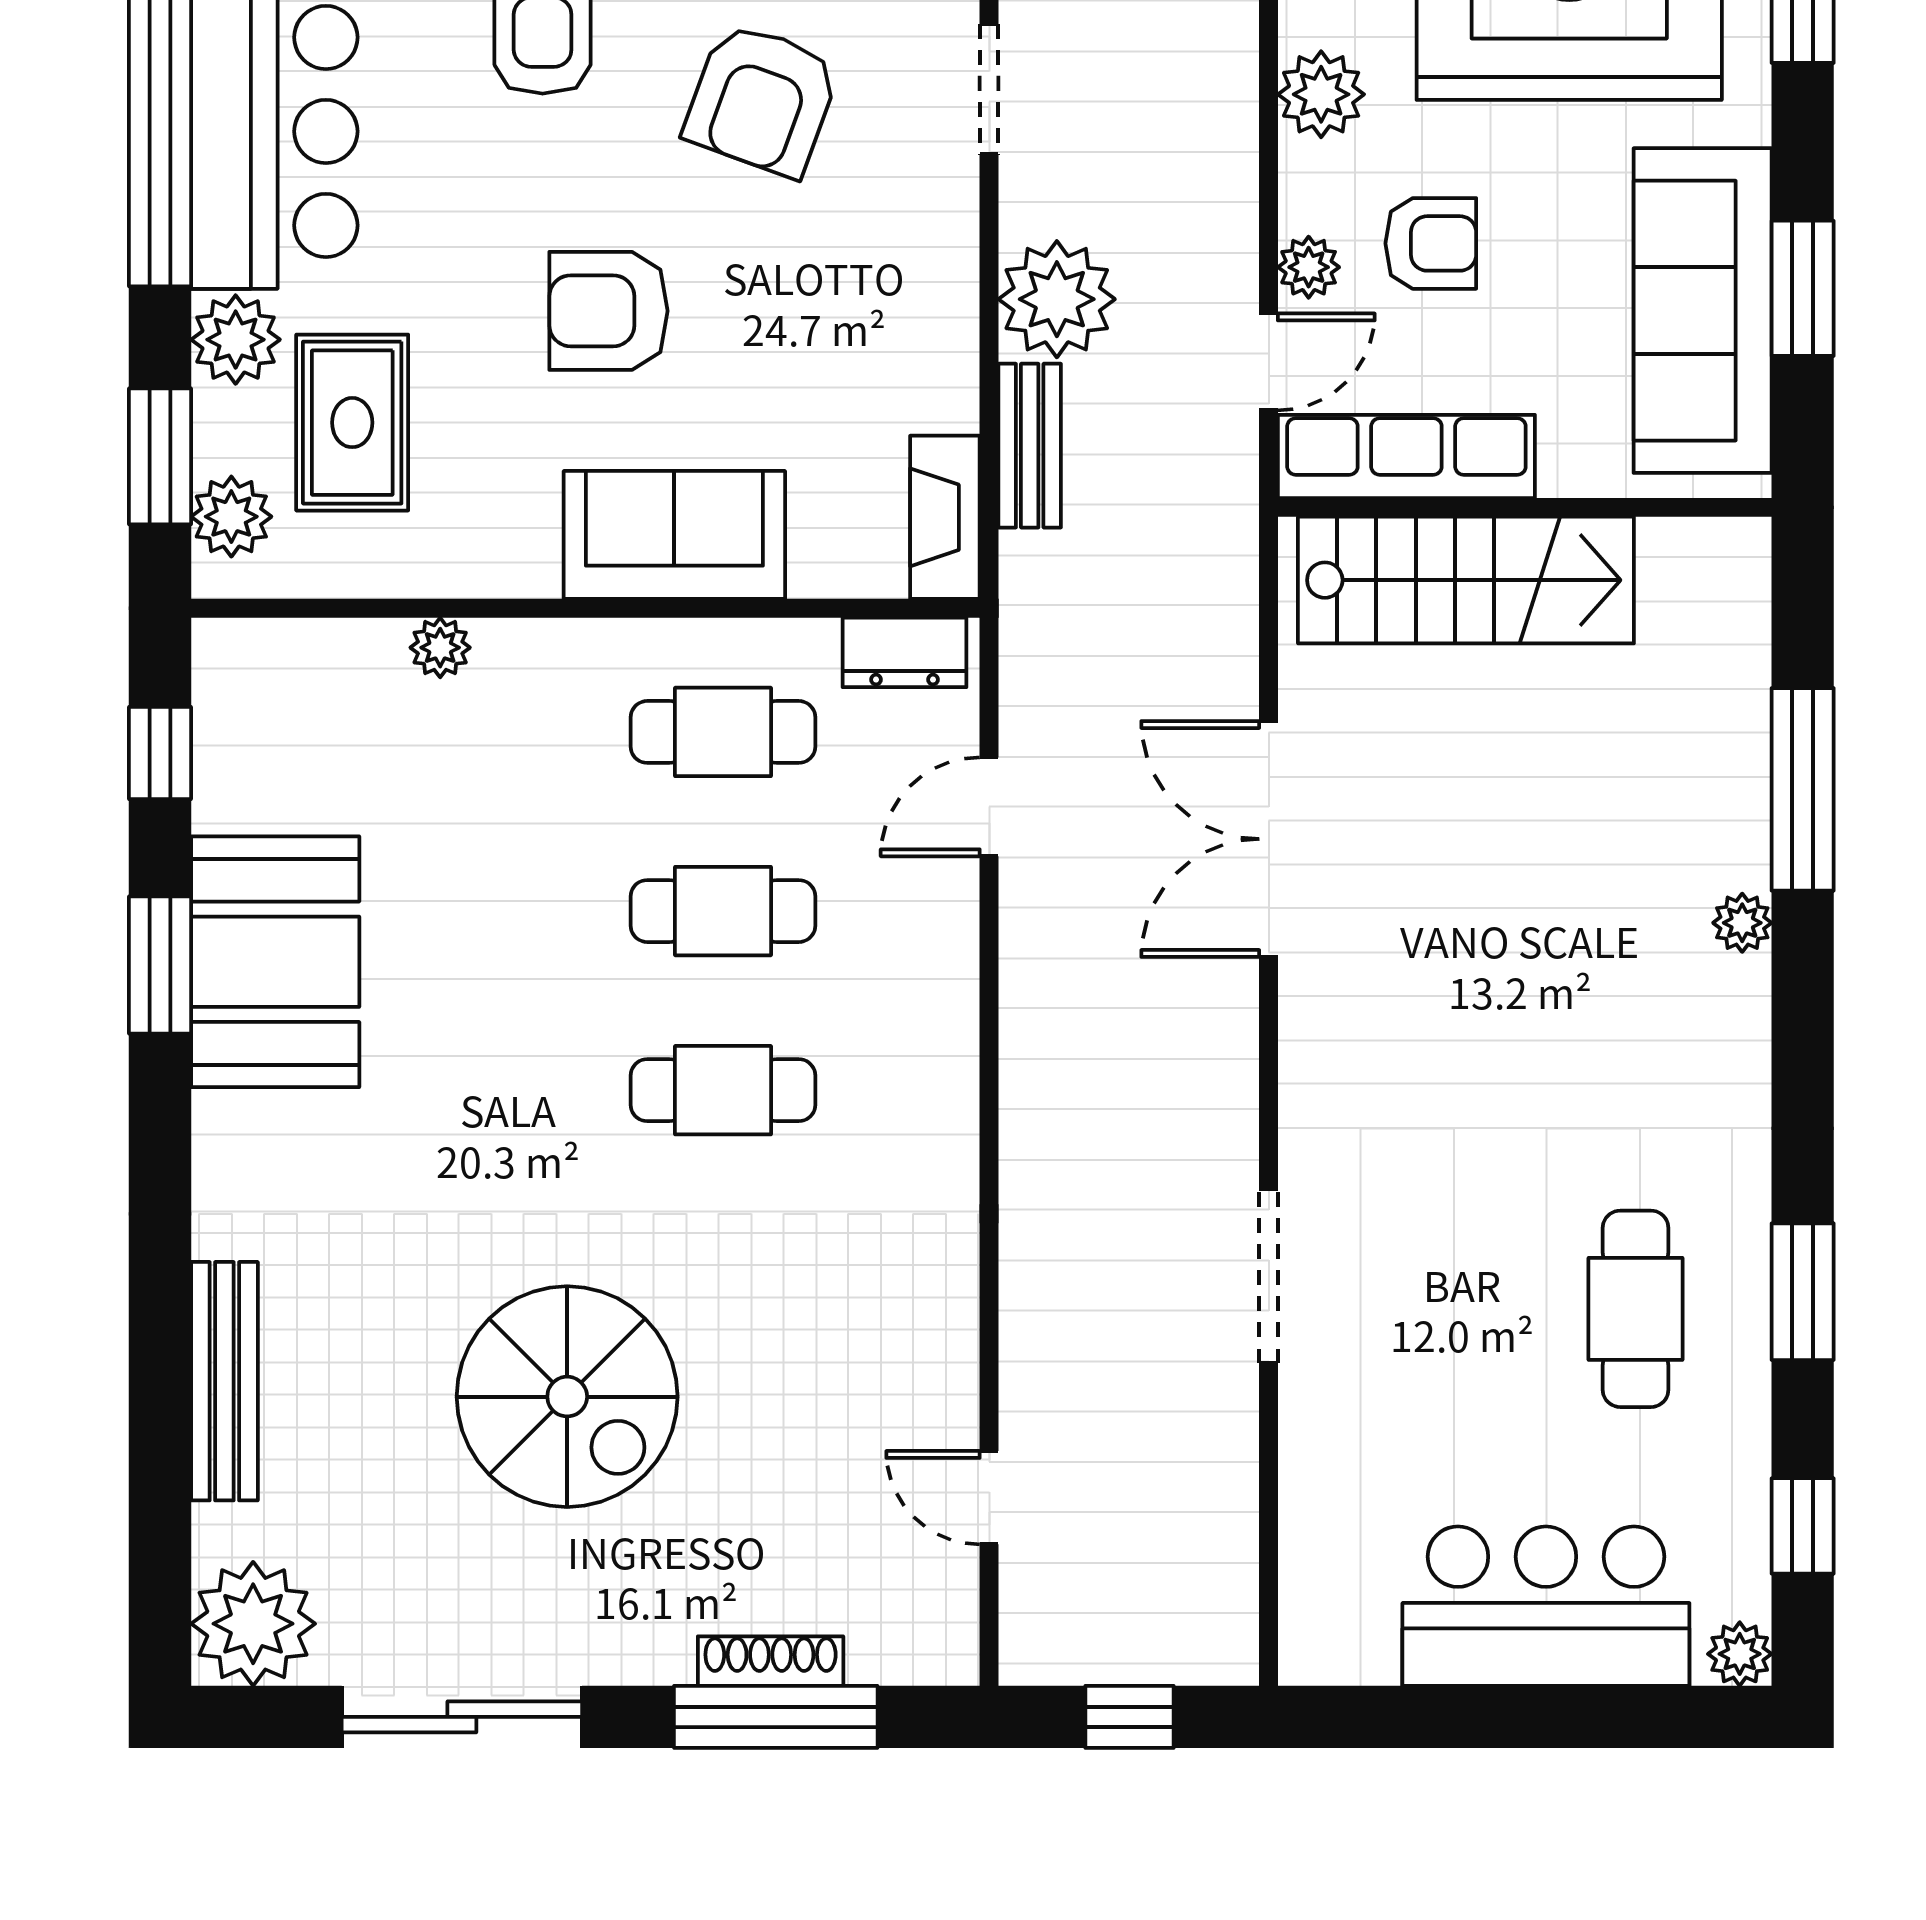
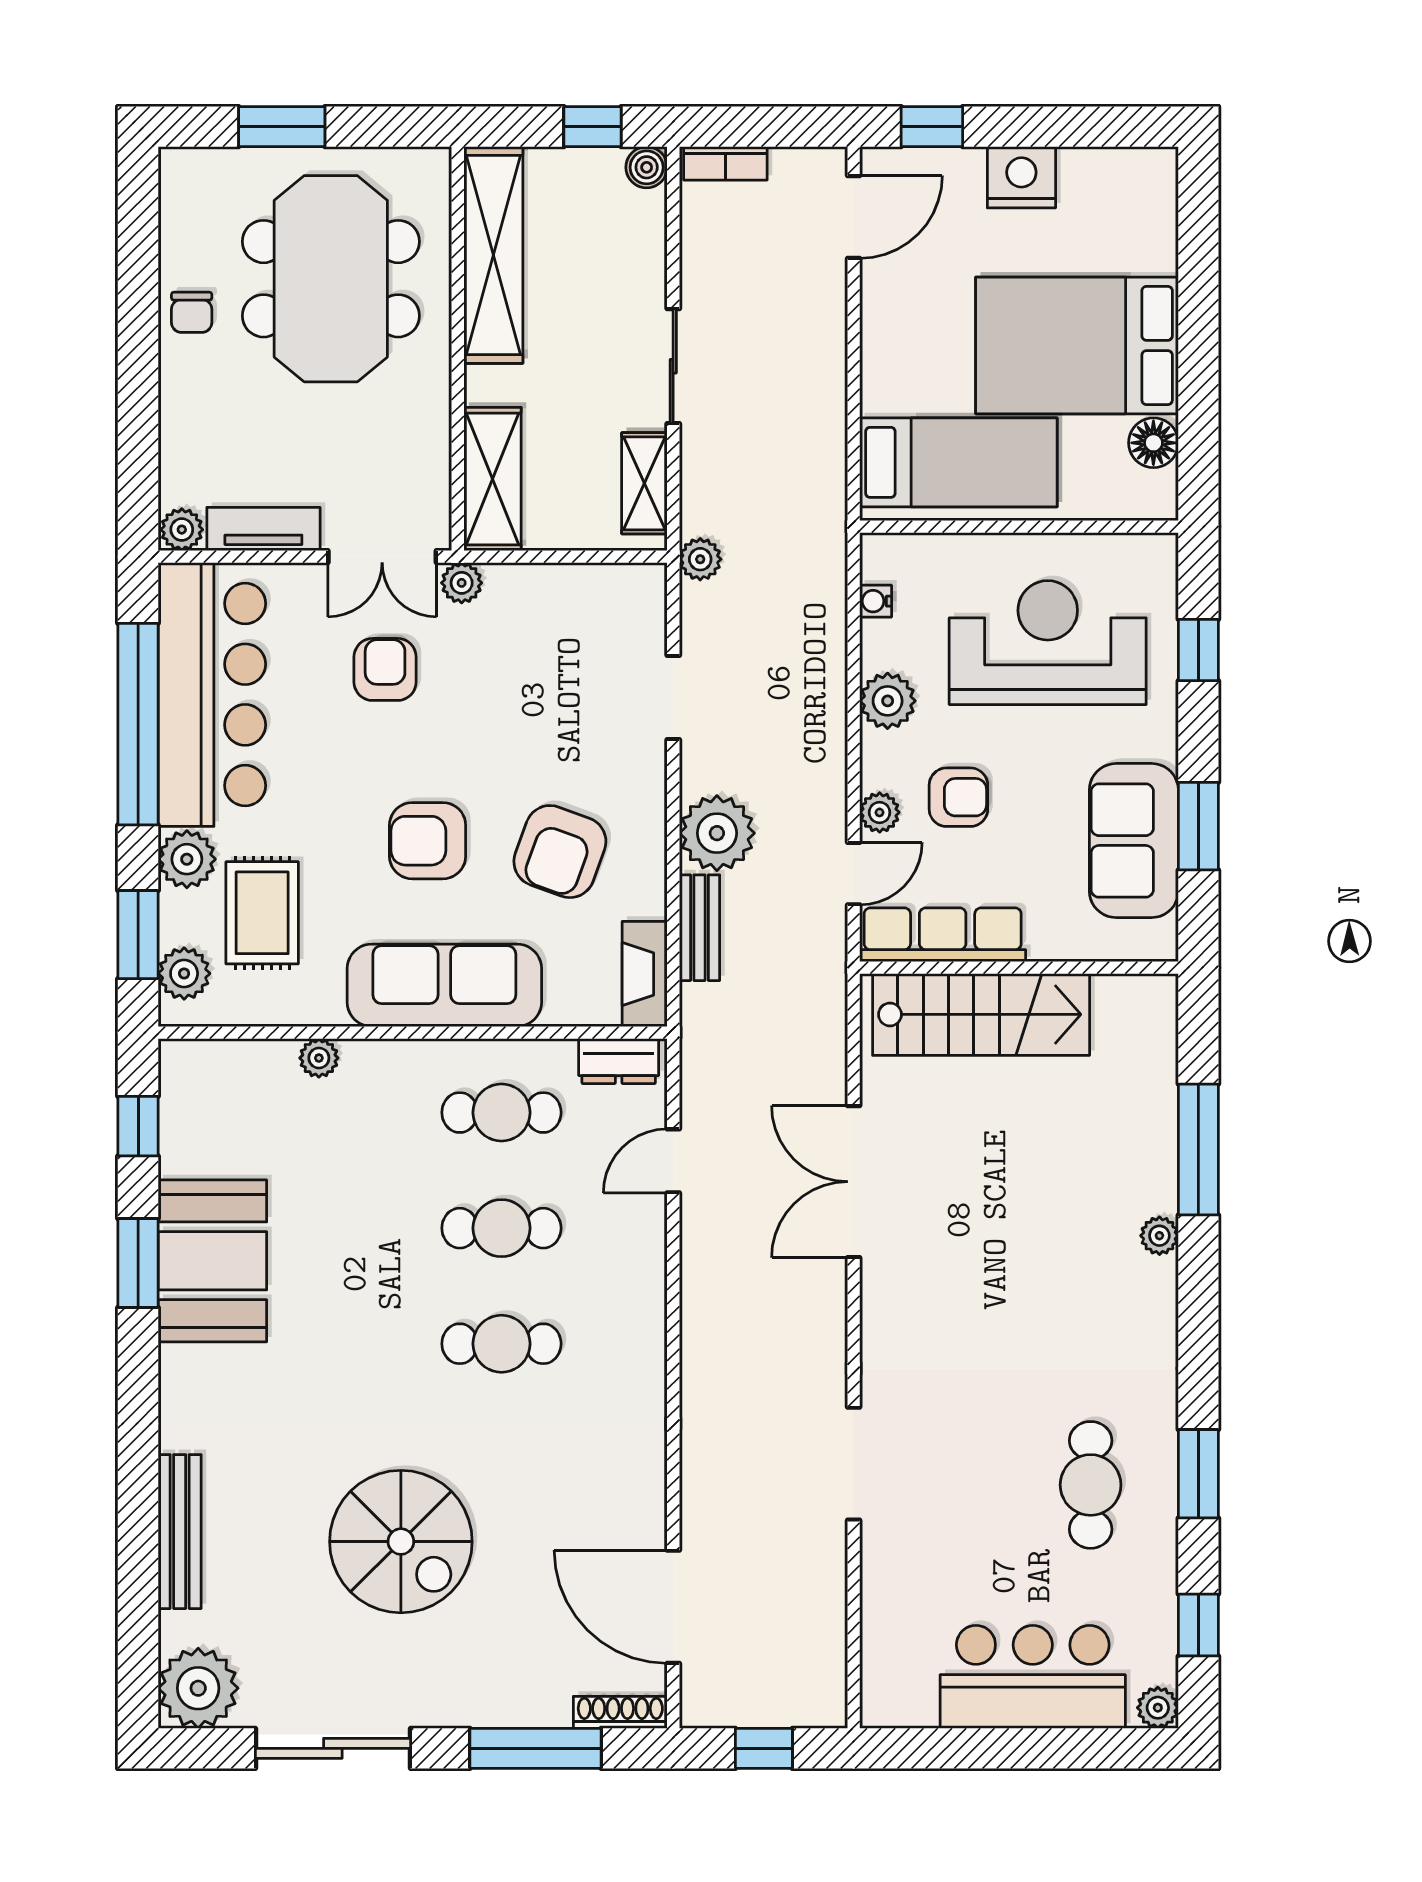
armchair: (762, 99) -> (560, 852), moved
sofa: (1703, 311) -> (1134, 841), width x0.73
sofa: (674, 535) -> (444, 985), width x1.36
door: (989, 1498) -> (673, 1607), width x1.88
shoe rack: (771, 1661) -> (620, 1712), moved

